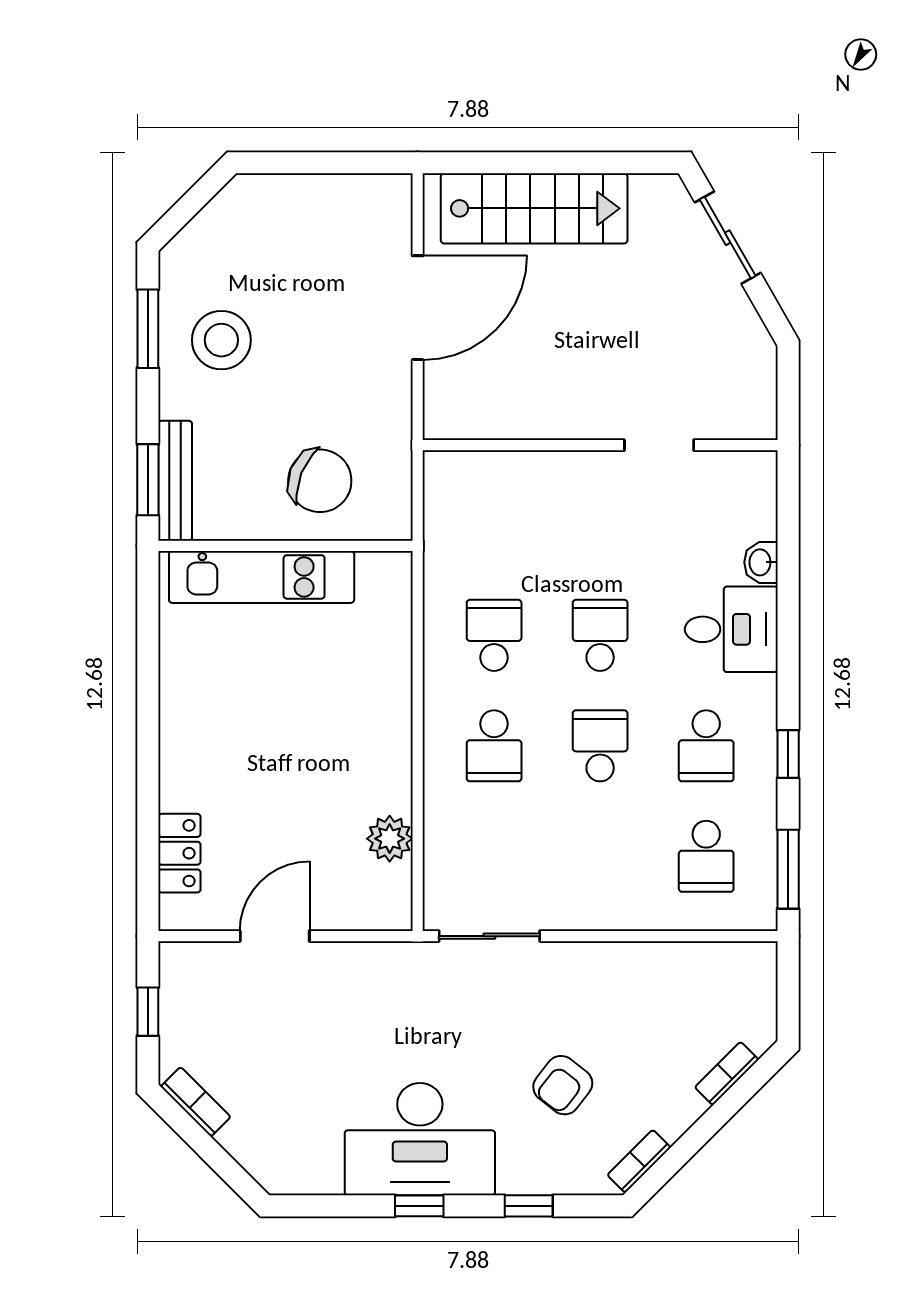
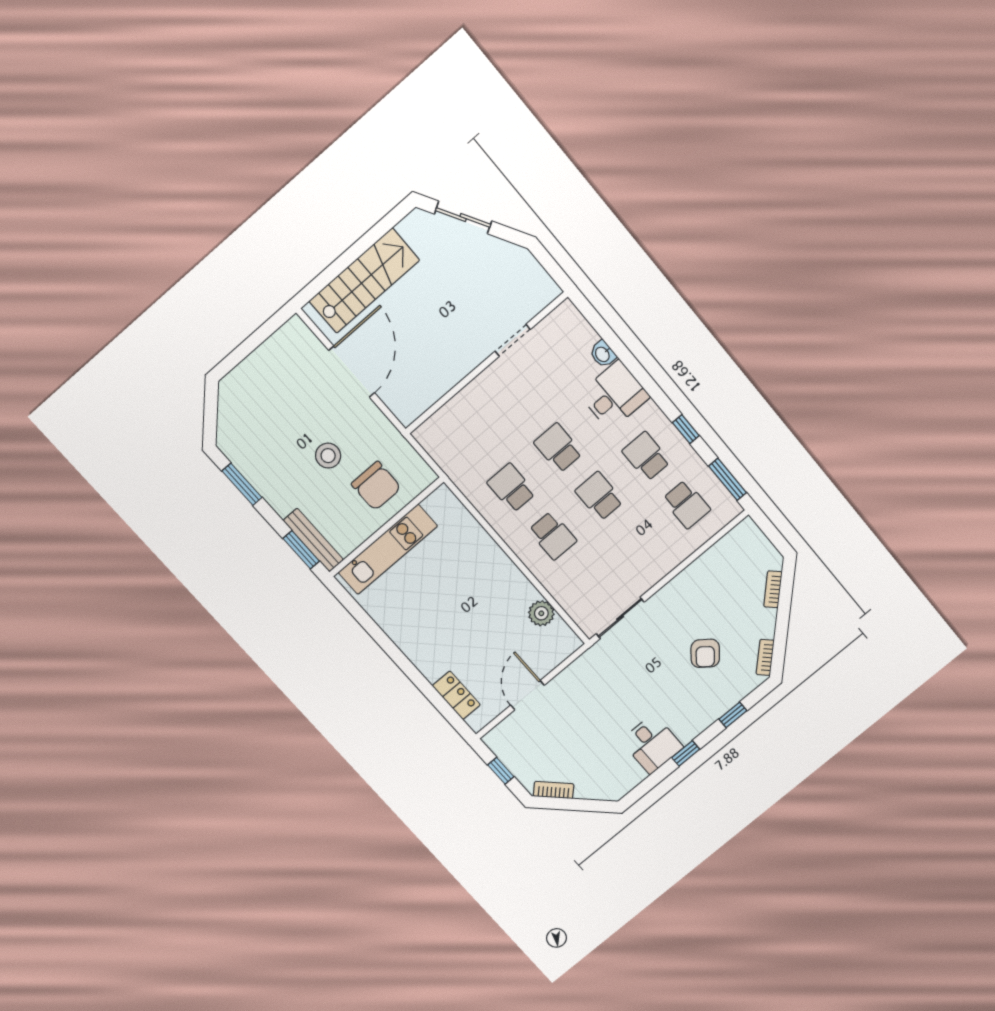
stool: (221, 340) -> (328, 456), moved, width x0.73, depth x0.73
chair: (320, 481) -> (376, 486), turned 68
school desk: (706, 746) -> (646, 456), turned 180
desk: (420, 1139) -> (652, 744), width x0.53, depth x0.77

